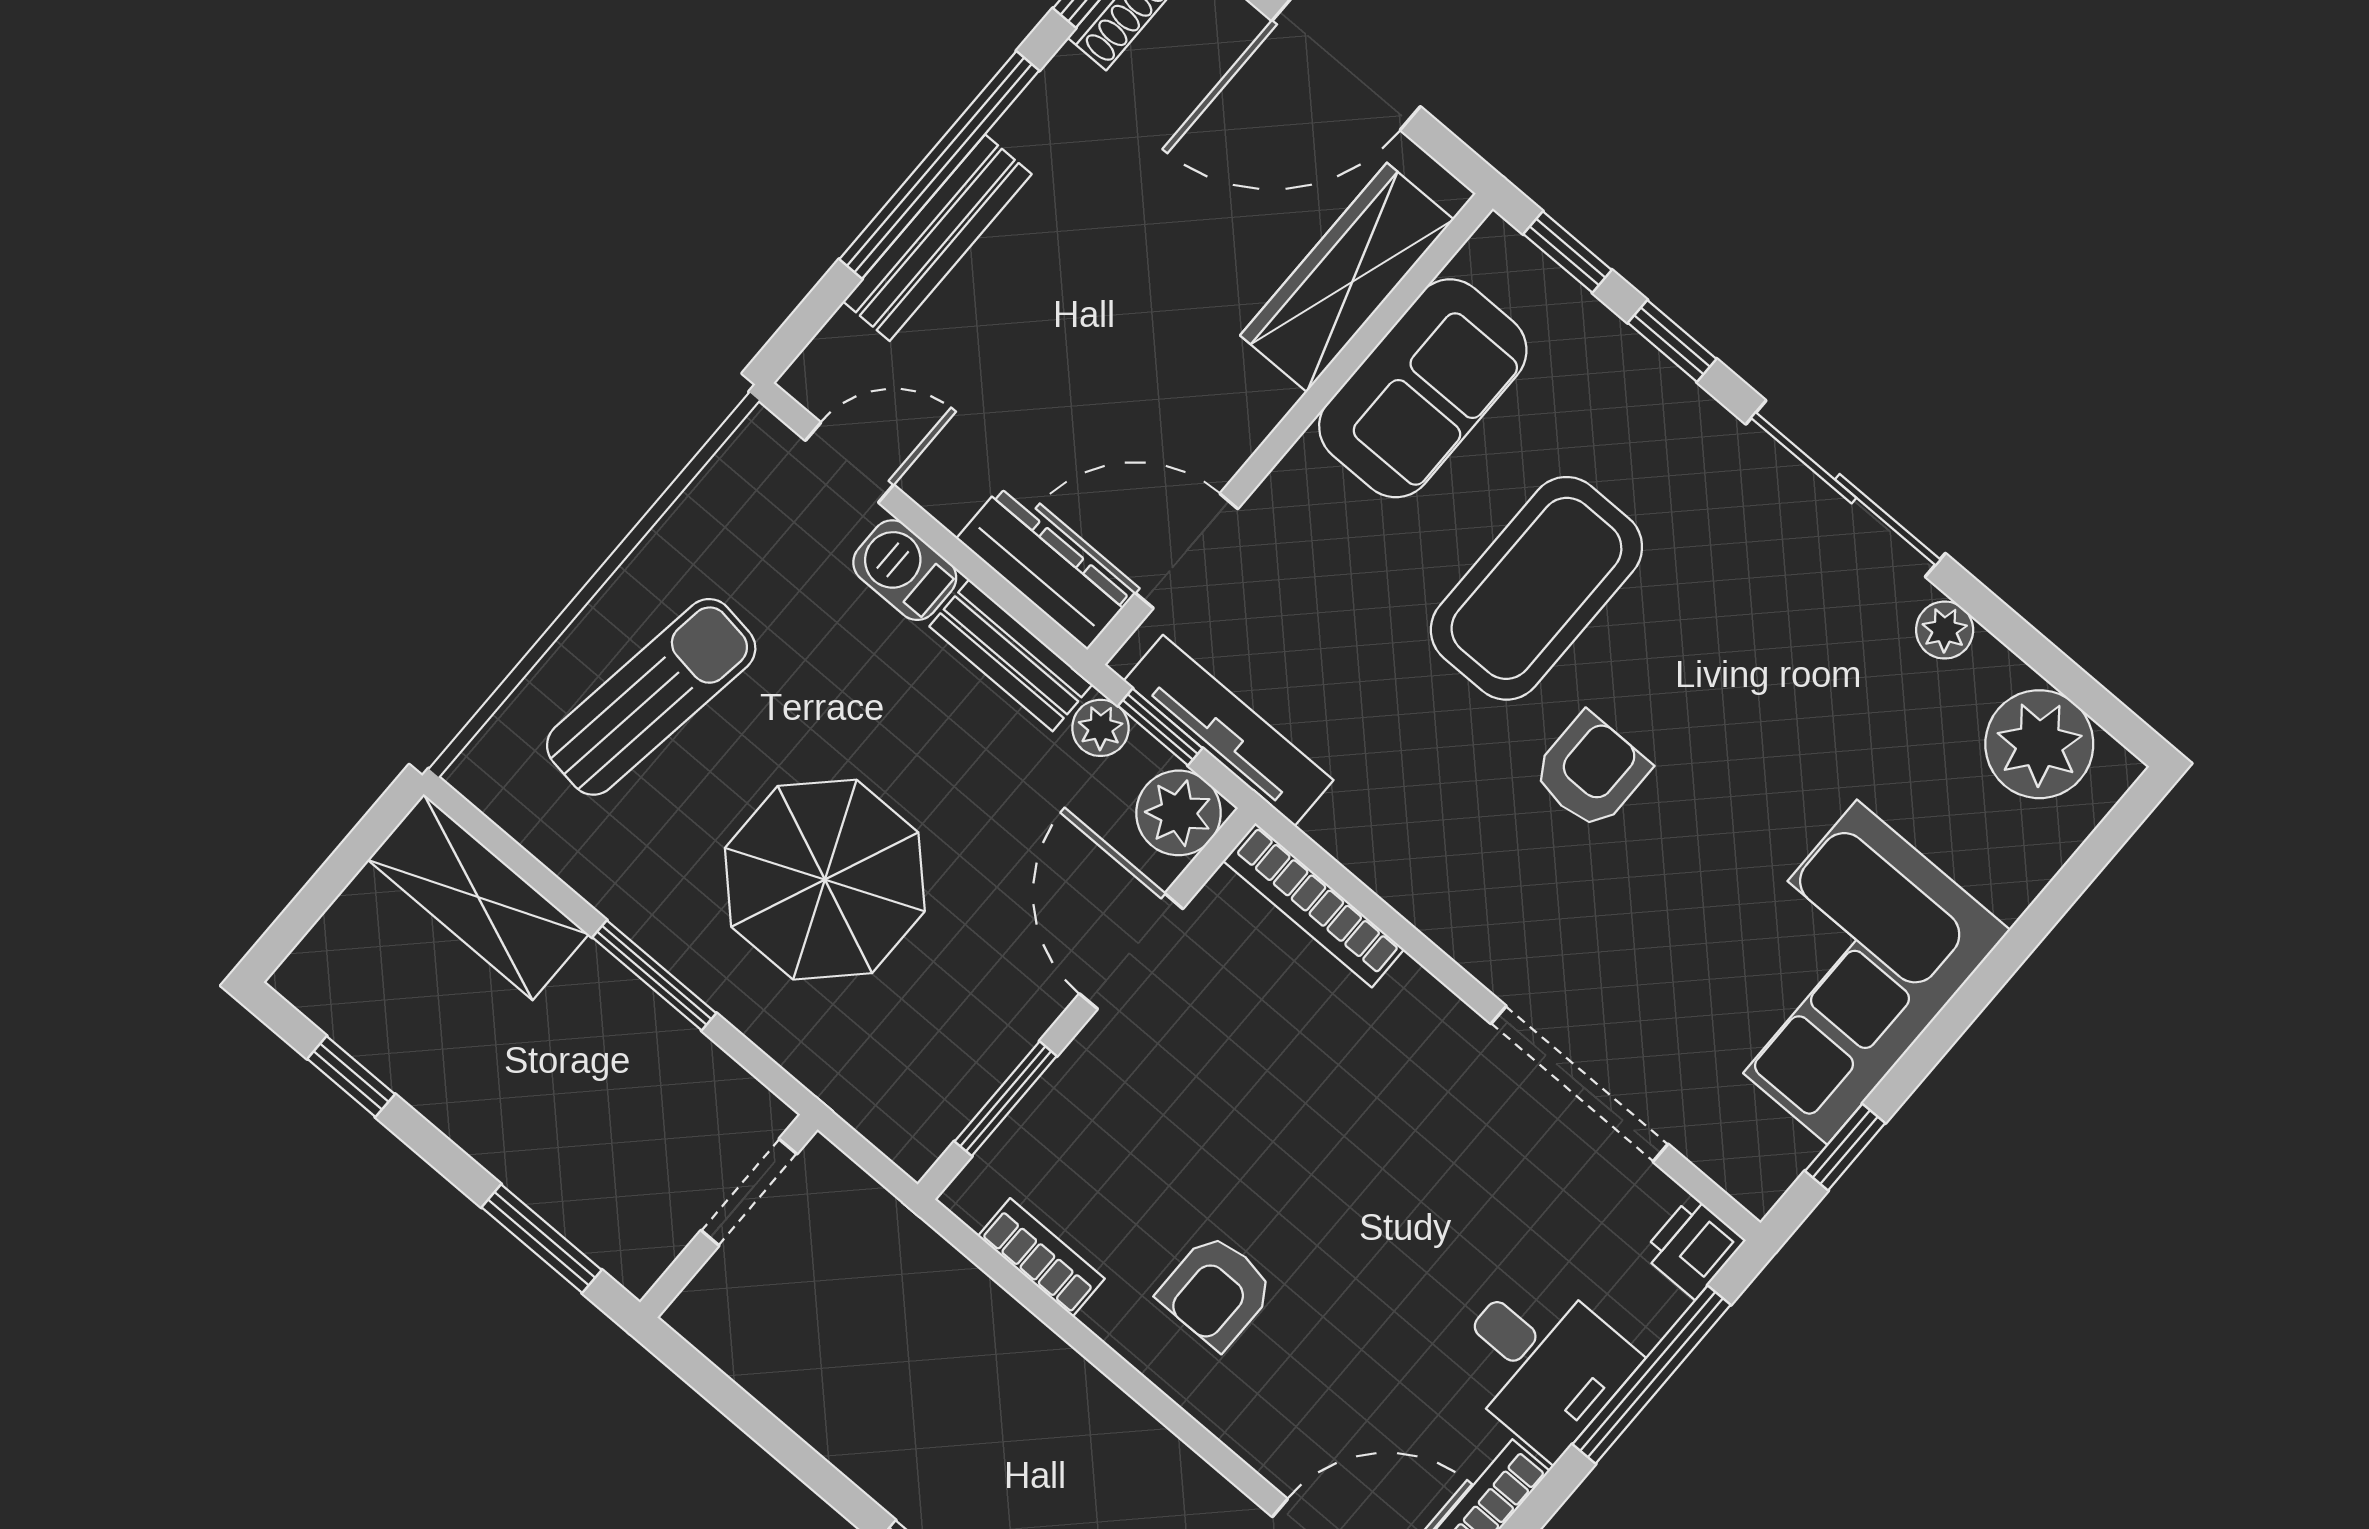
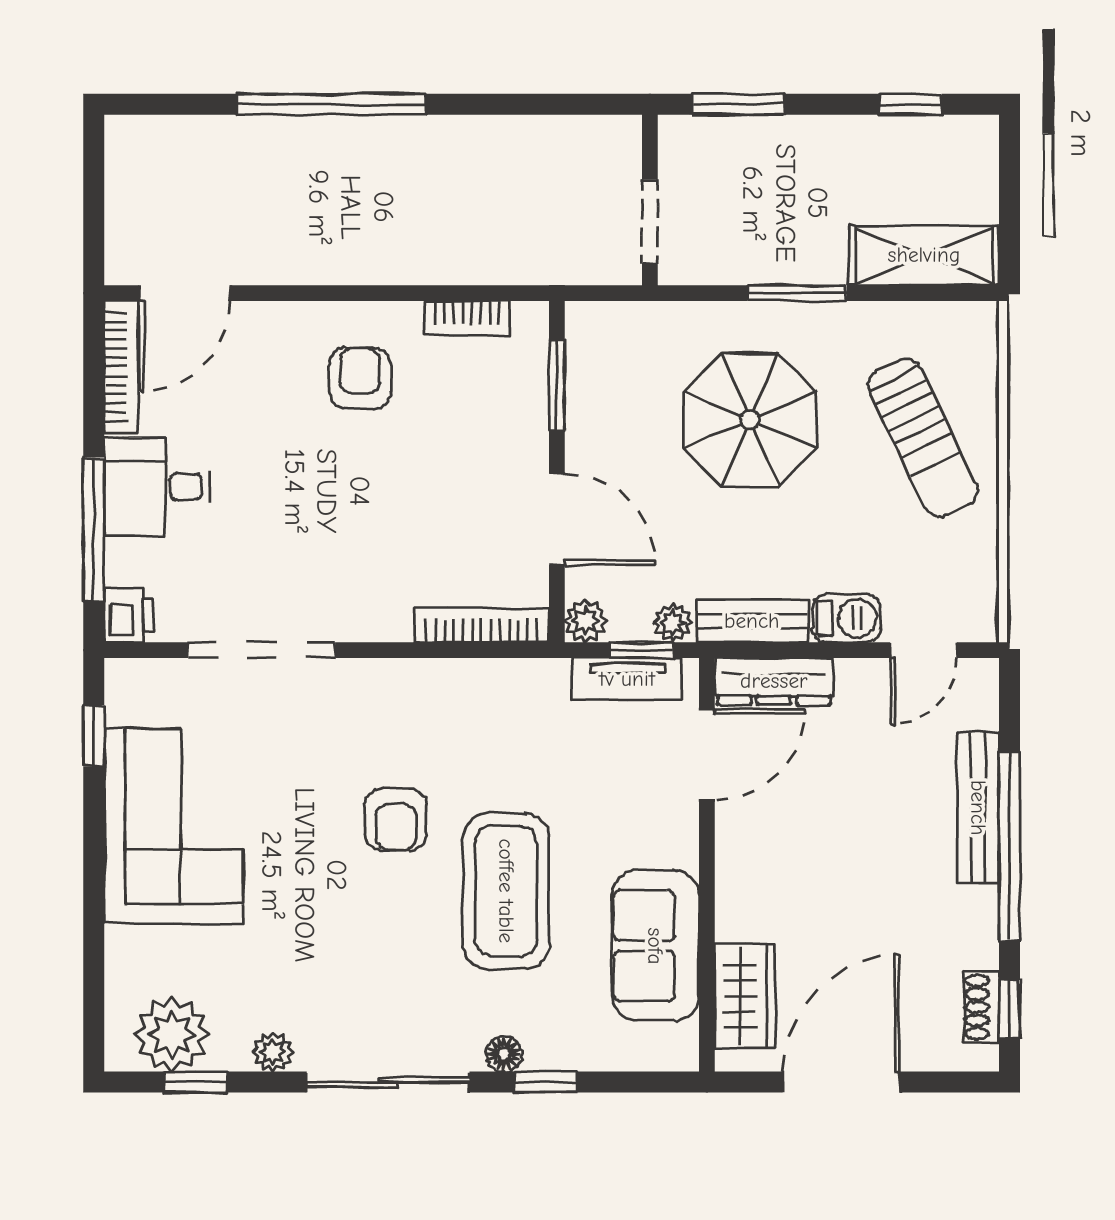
window: (1568, 252) -> (196, 1082), moved
wardrobe: (1347, 277) -> (745, 996), width x0.67
floor lamp: (1691, 411) -> (504, 1054), added
sun lounger: (651, 697) -> (923, 438), turned -34
tv unit: (1229, 731) -> (627, 679), width x0.71
plant: (1179, 813) -> (586, 621), width x0.73, depth x0.73

